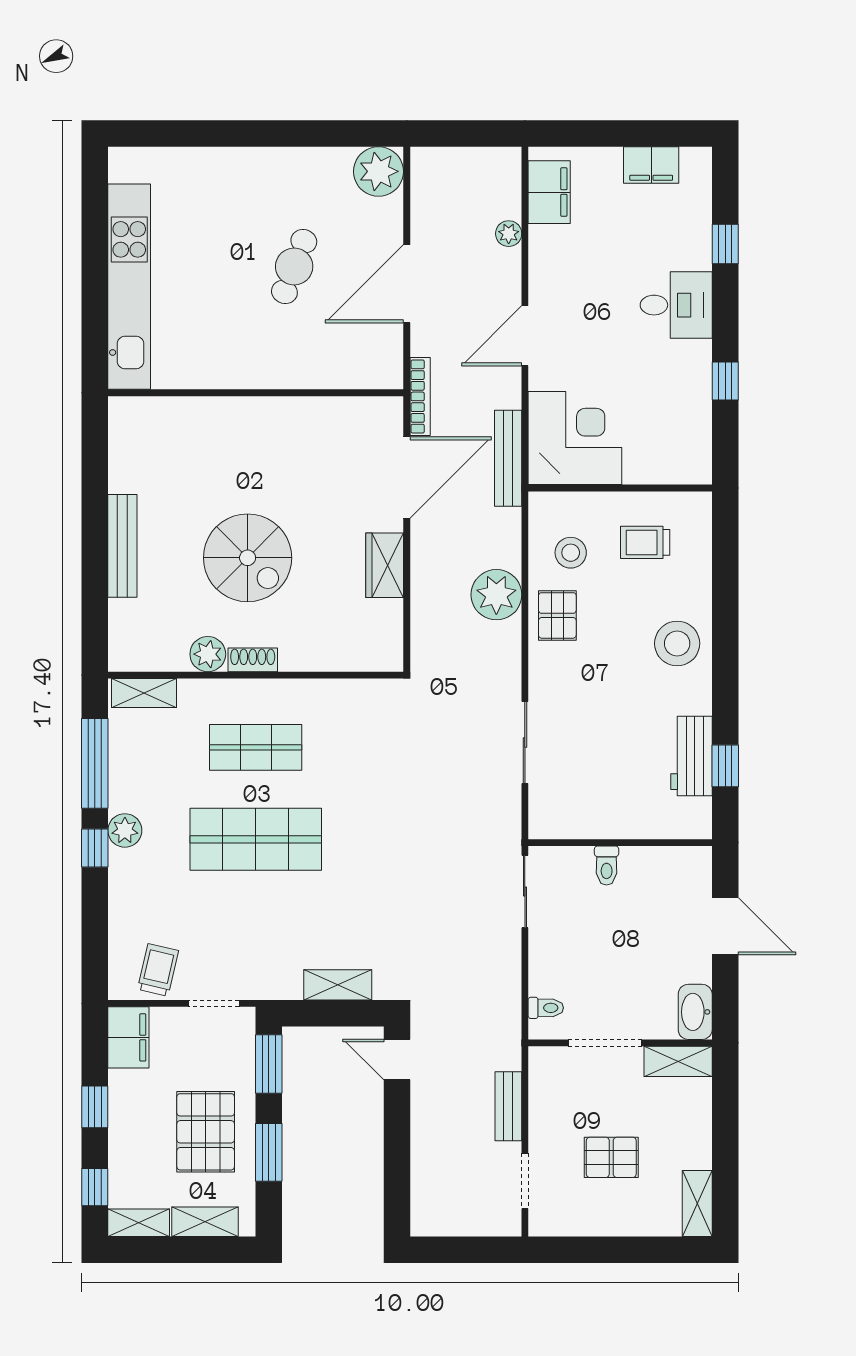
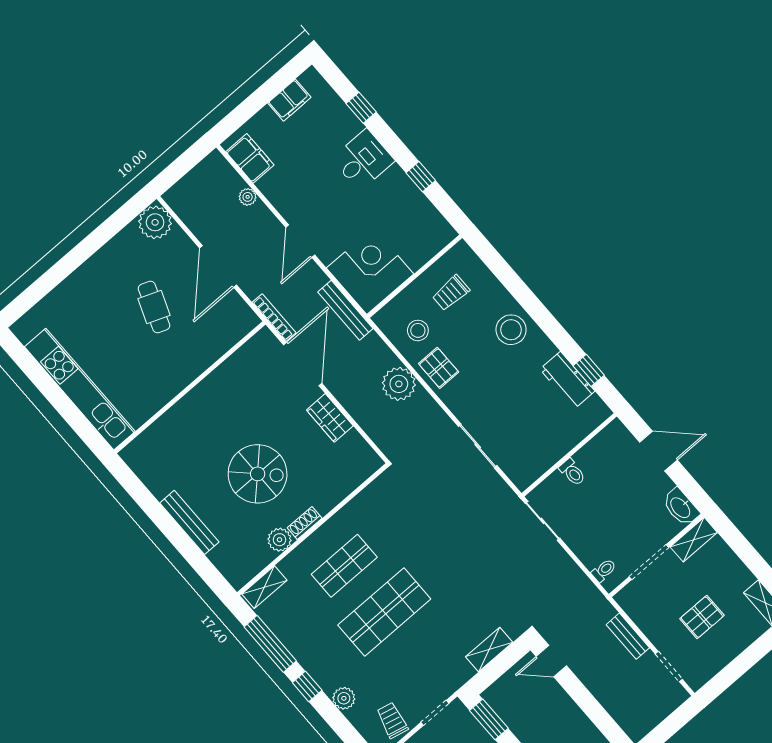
plant: (125, 830) -> (344, 698), moved

